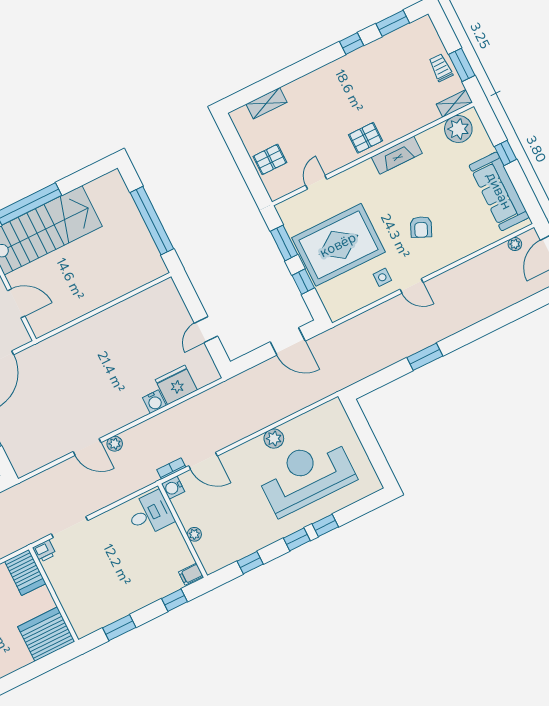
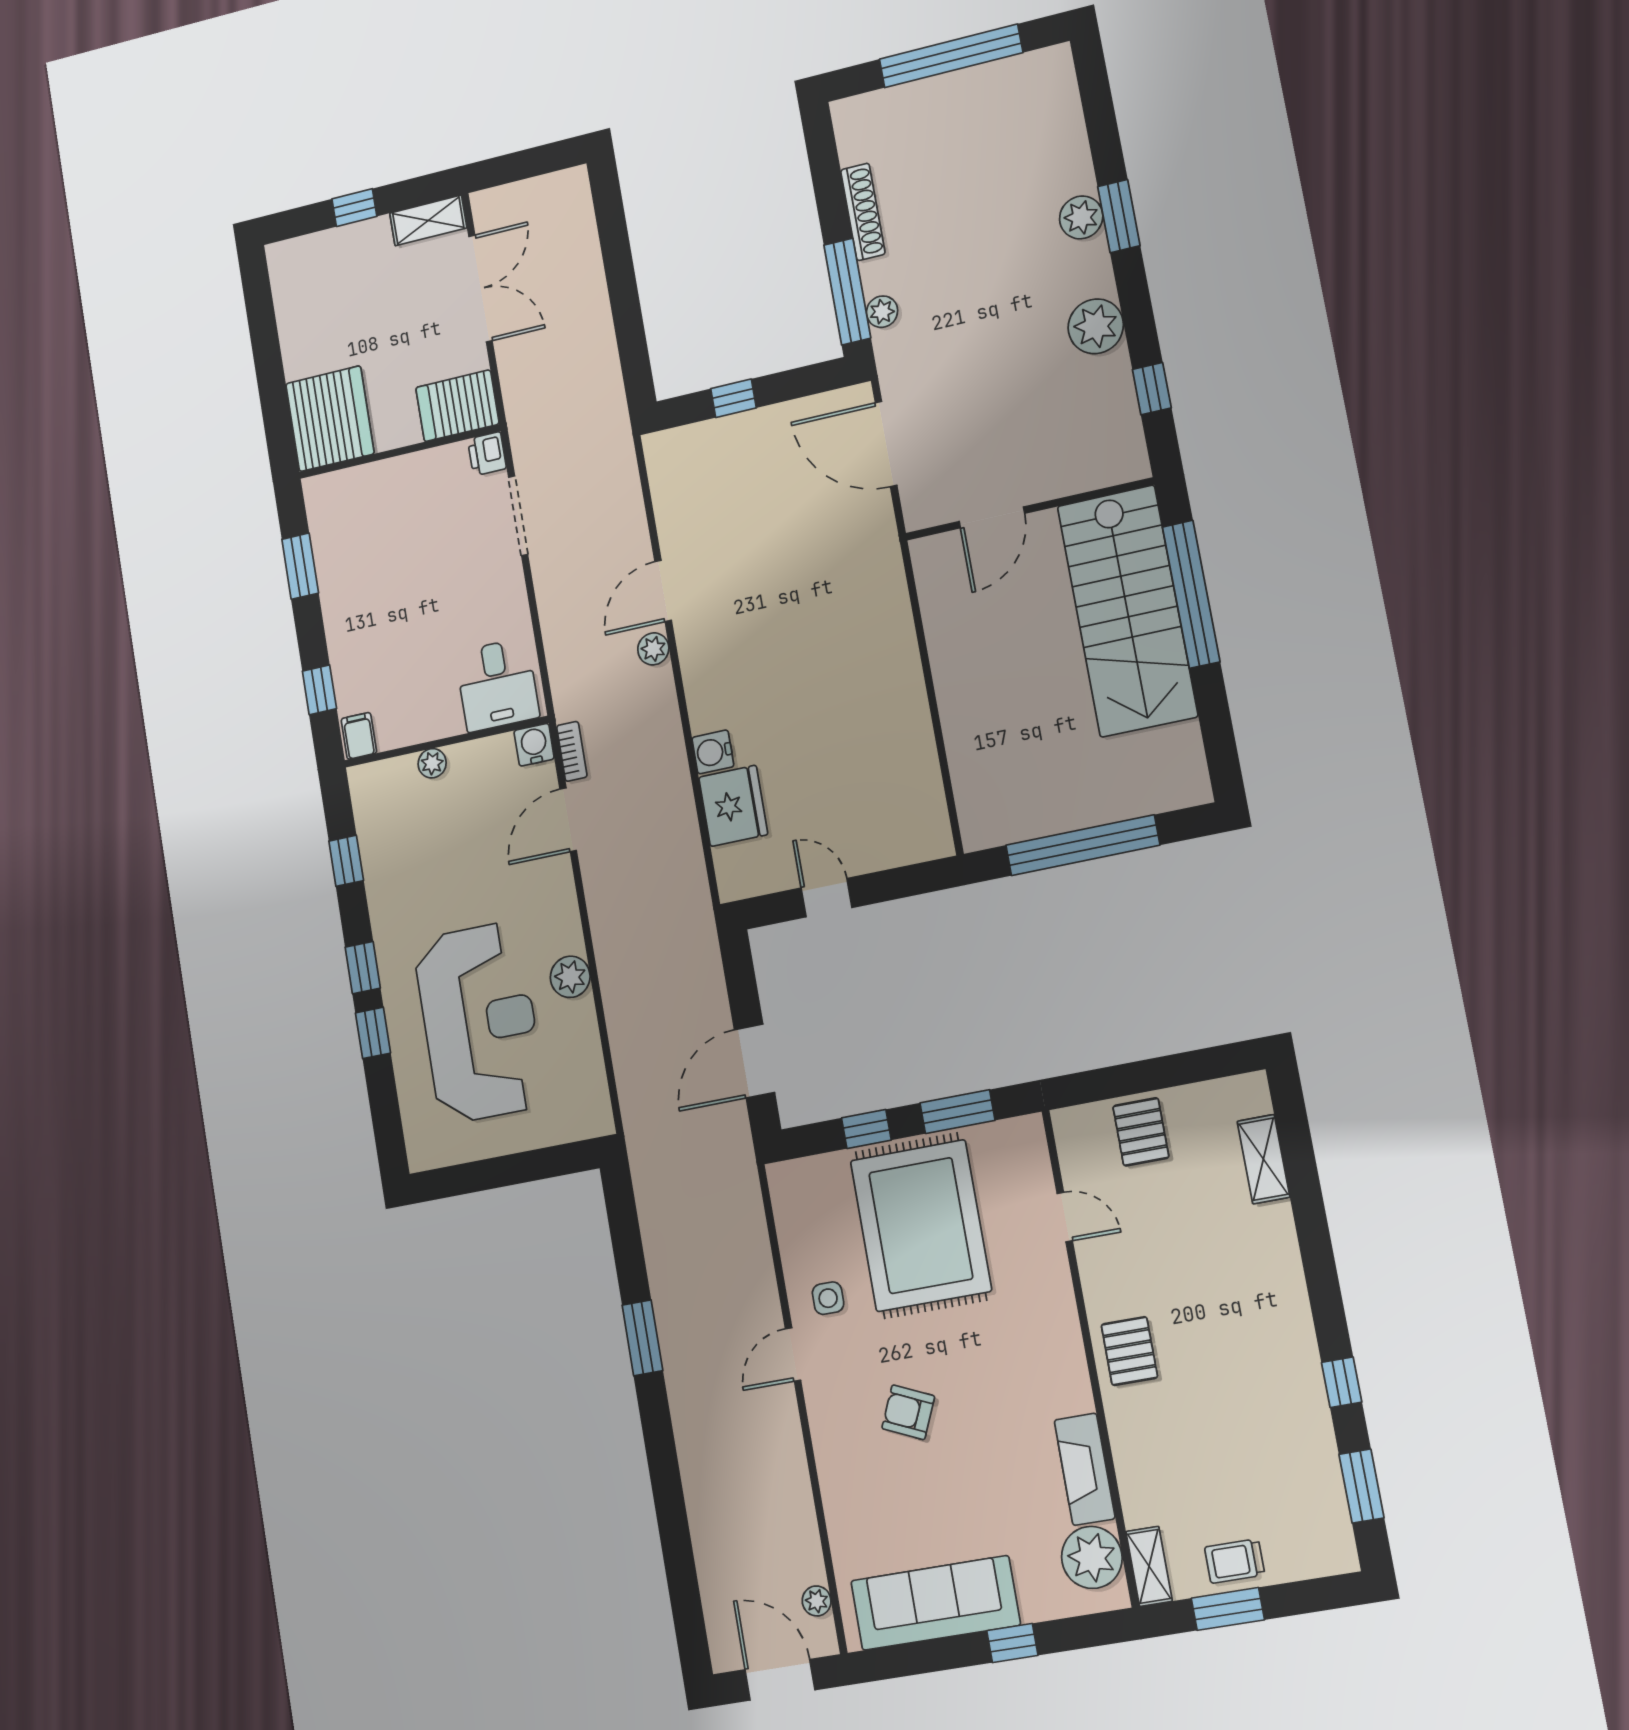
trolley: (441, 68) -> (1235, 1561), turned 180
fireplace: (397, 155) -> (1085, 1469), moved

